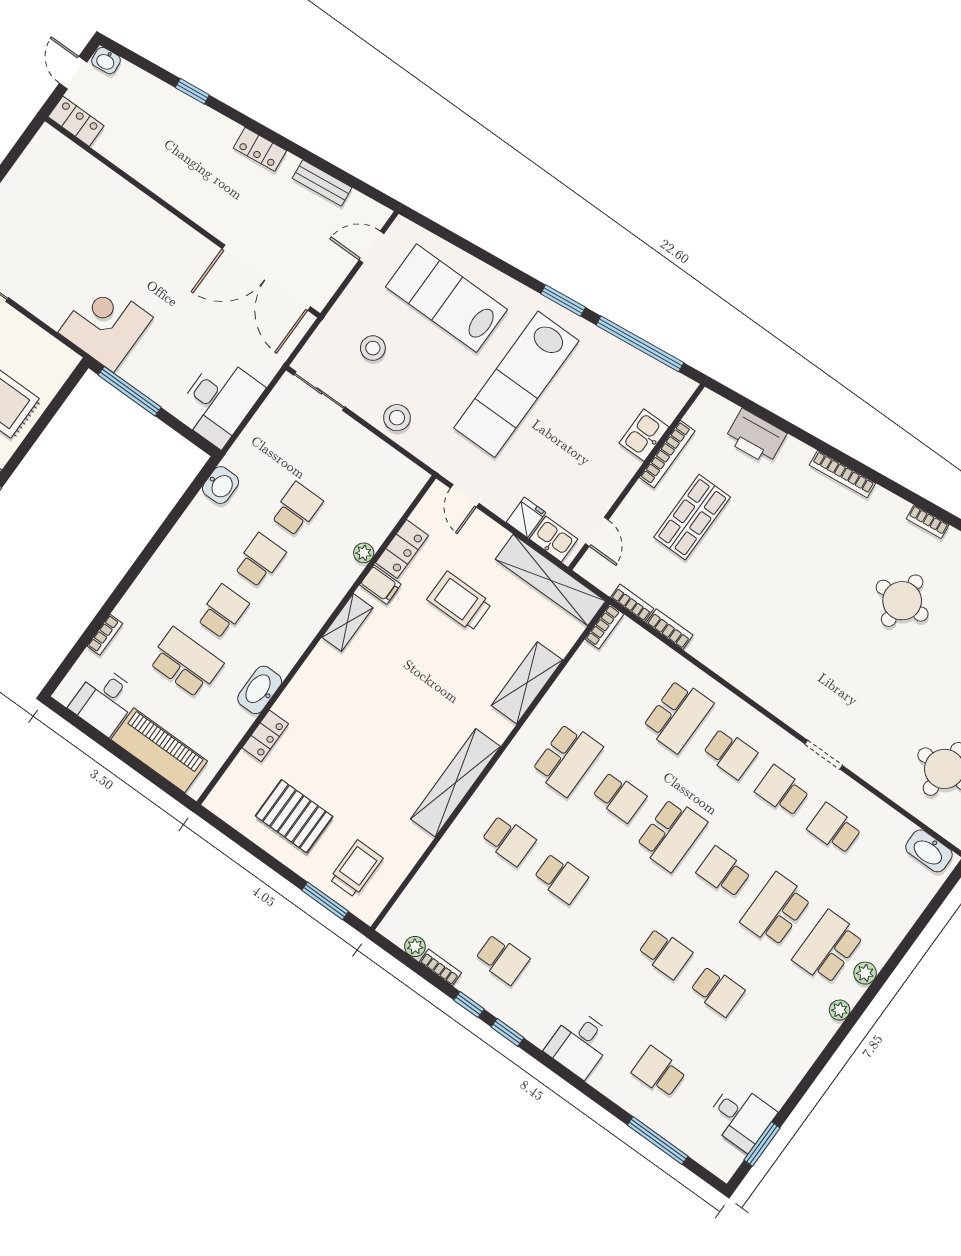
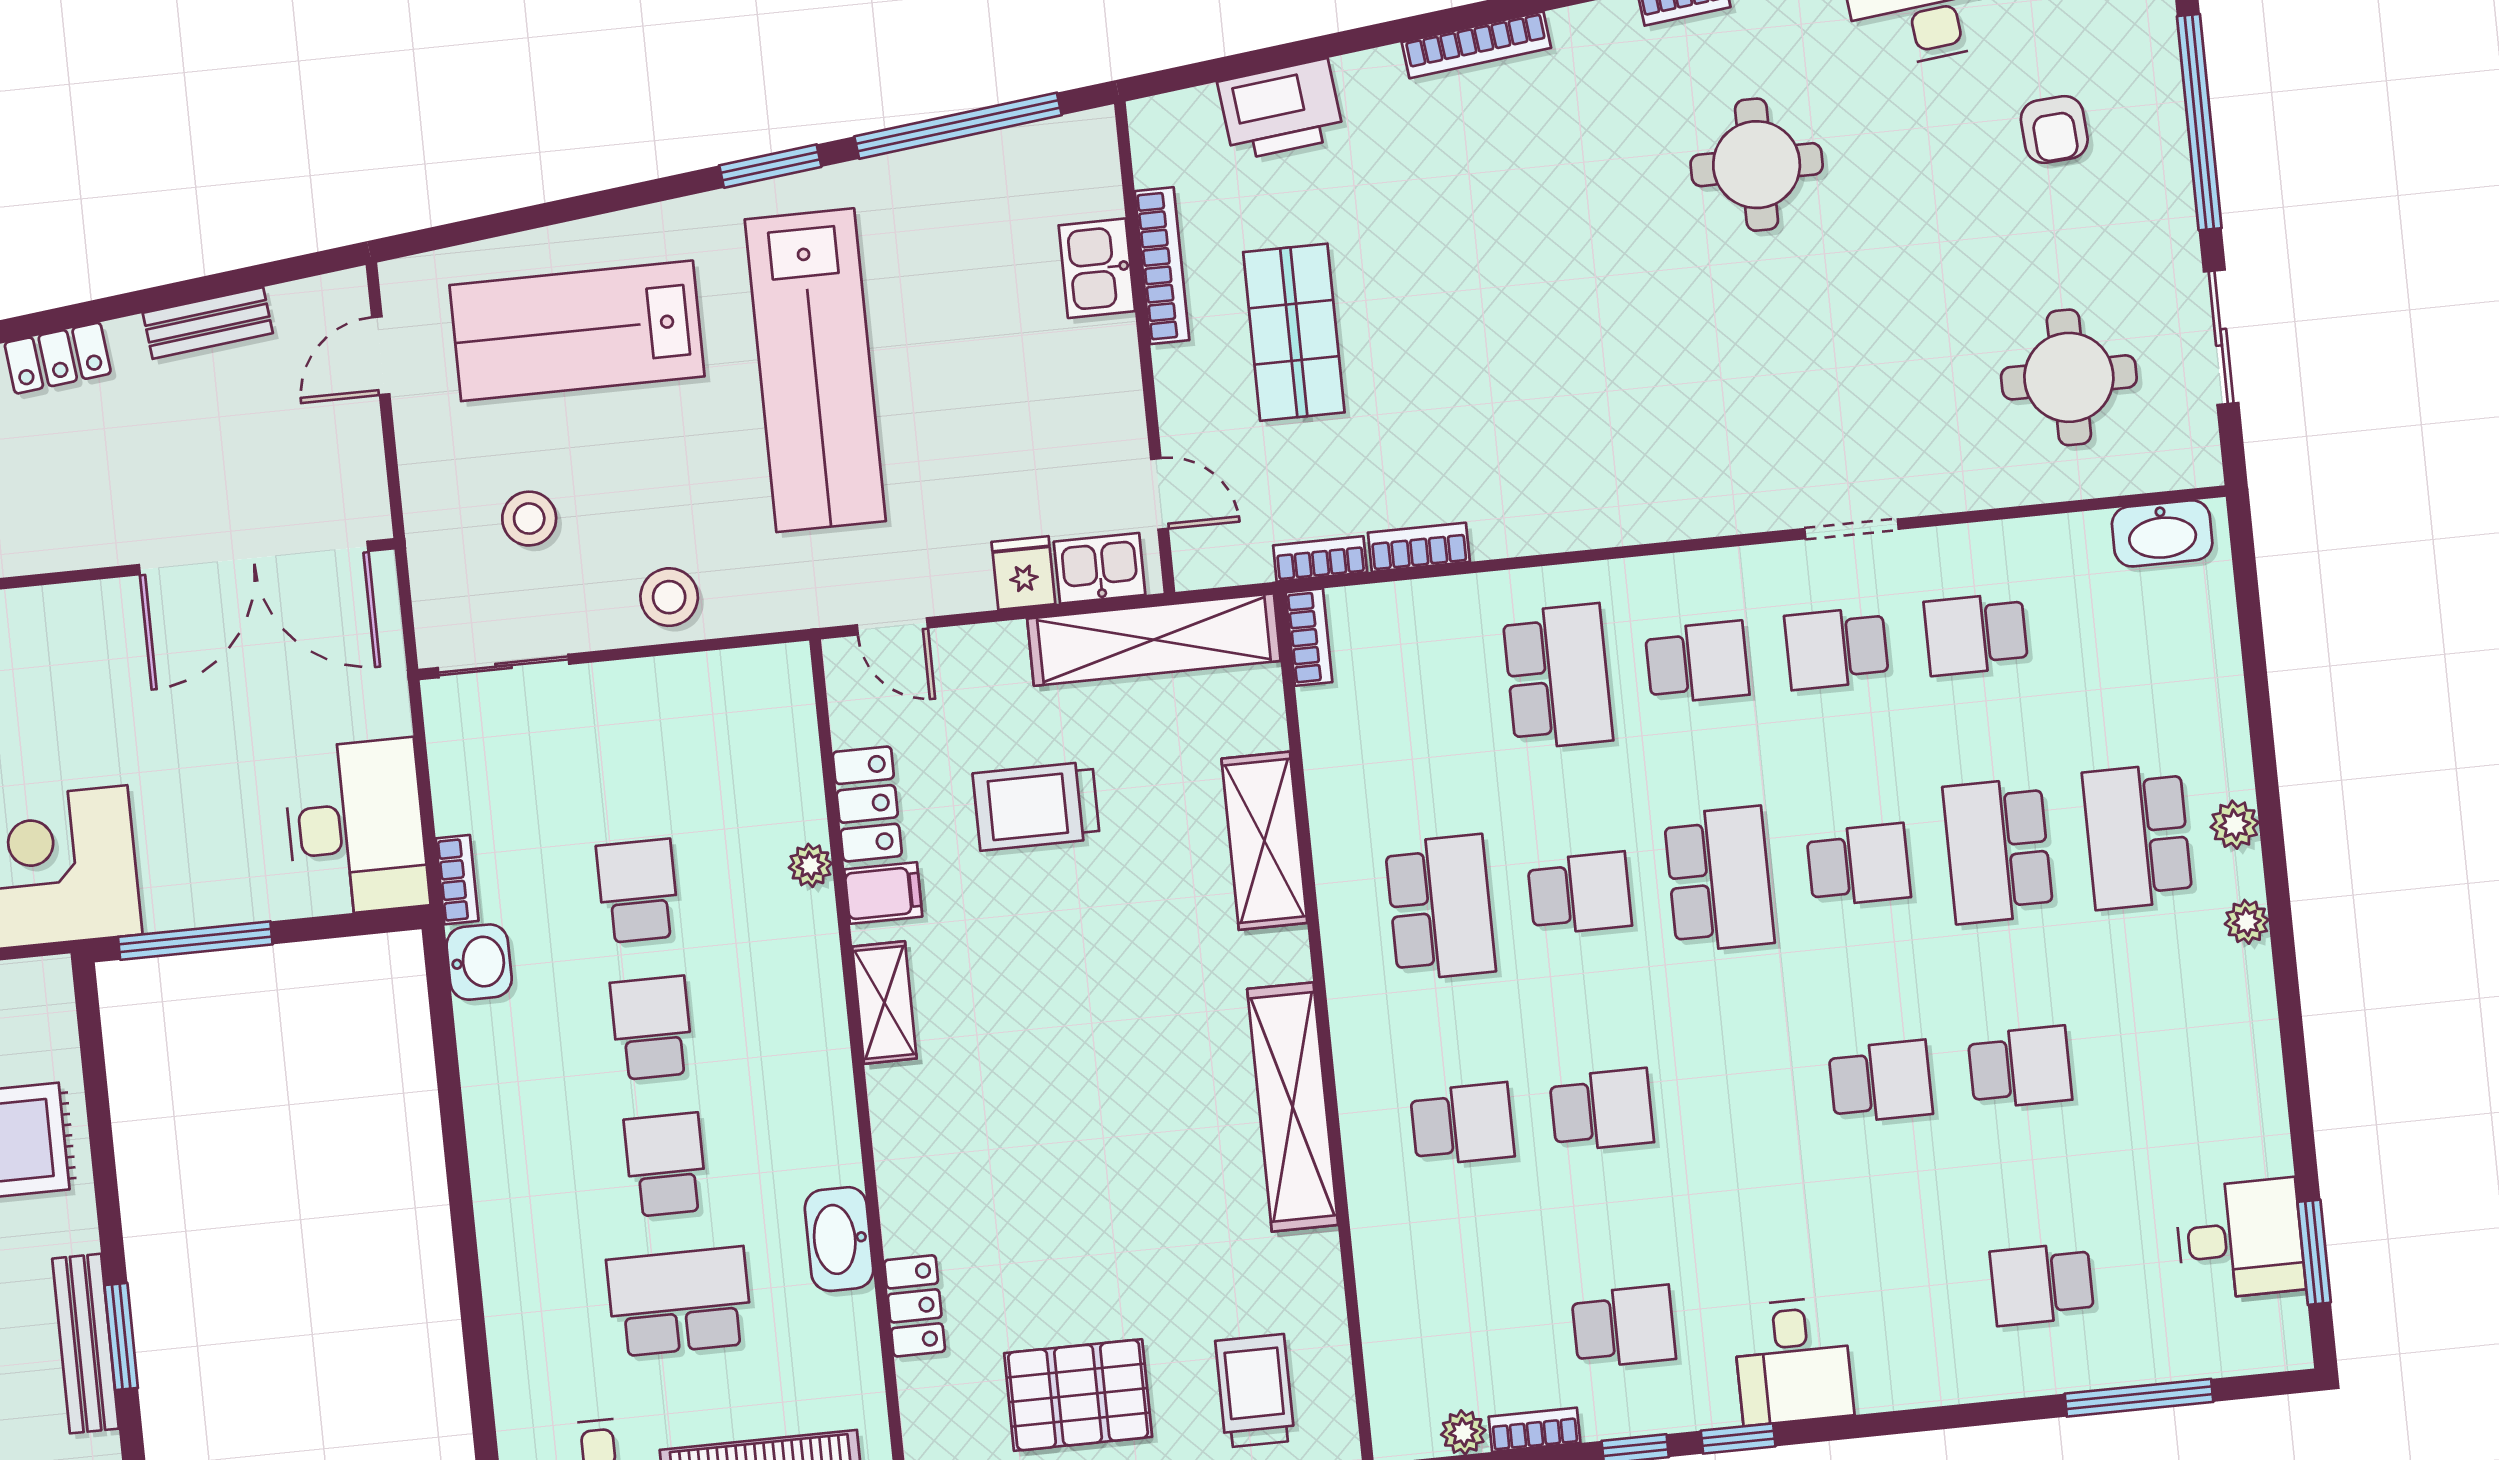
bookcase: (105, 635) -> (457, 880), moved
school desk: (724, 872) -> (1859, 865), turned 180
desk: (579, 1044) -> (1793, 1361), moved

